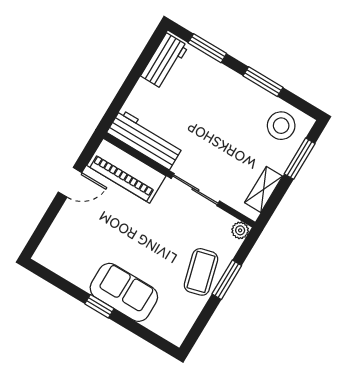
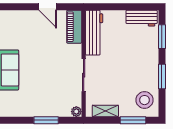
piano: (126, 171) -> (74, 27), width x0.73, depth x0.75
coffee table: (201, 272) -> (42, 104), removed

